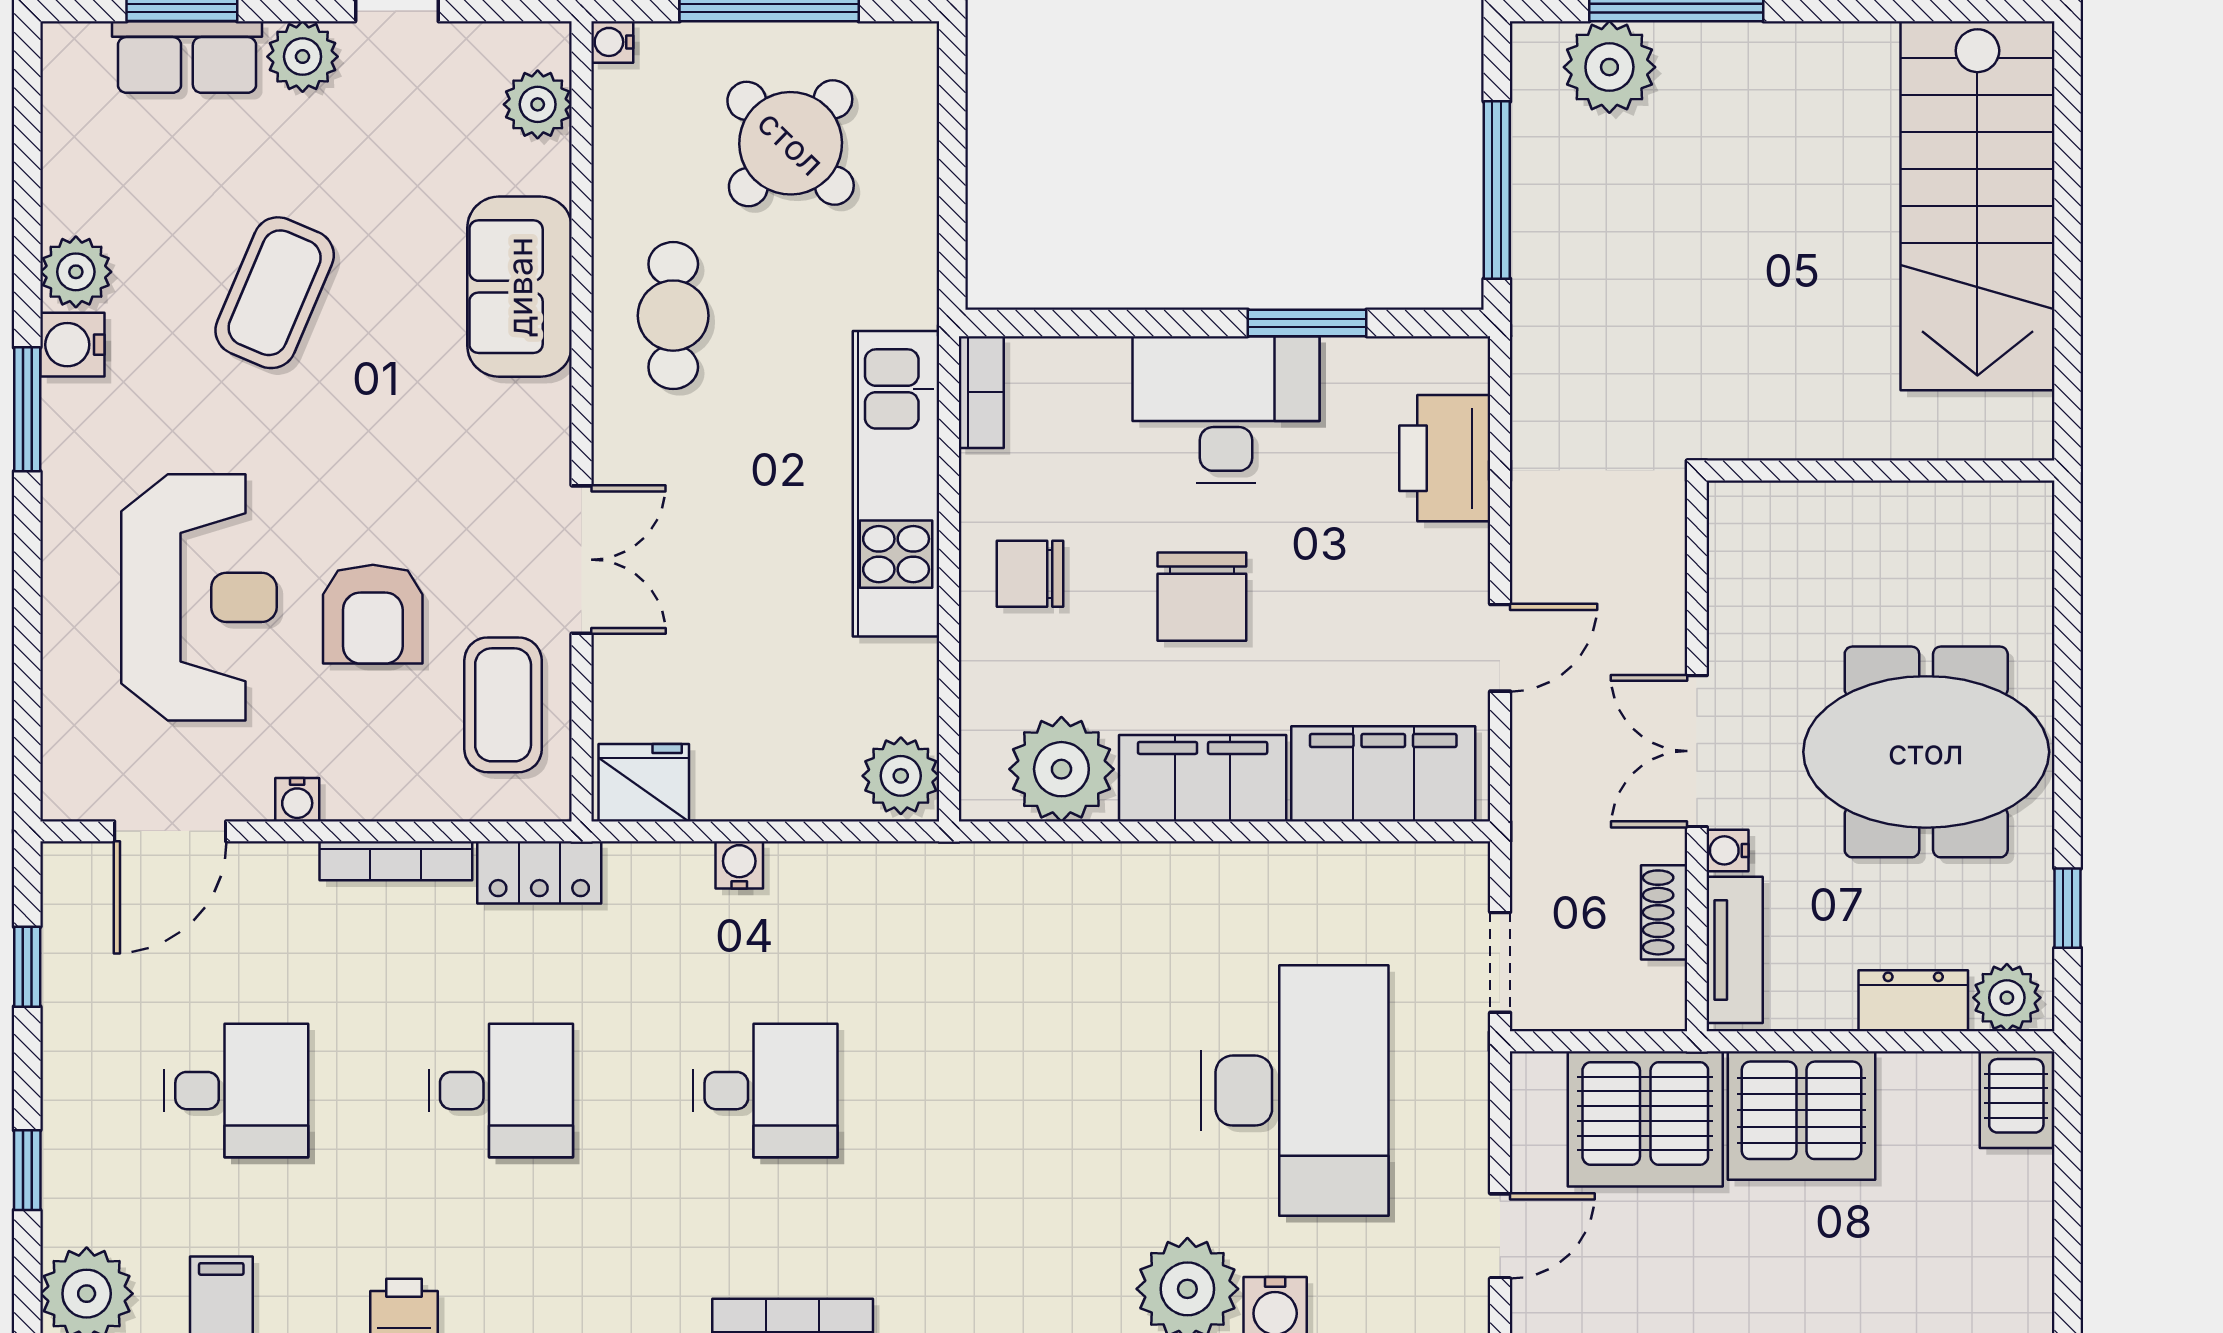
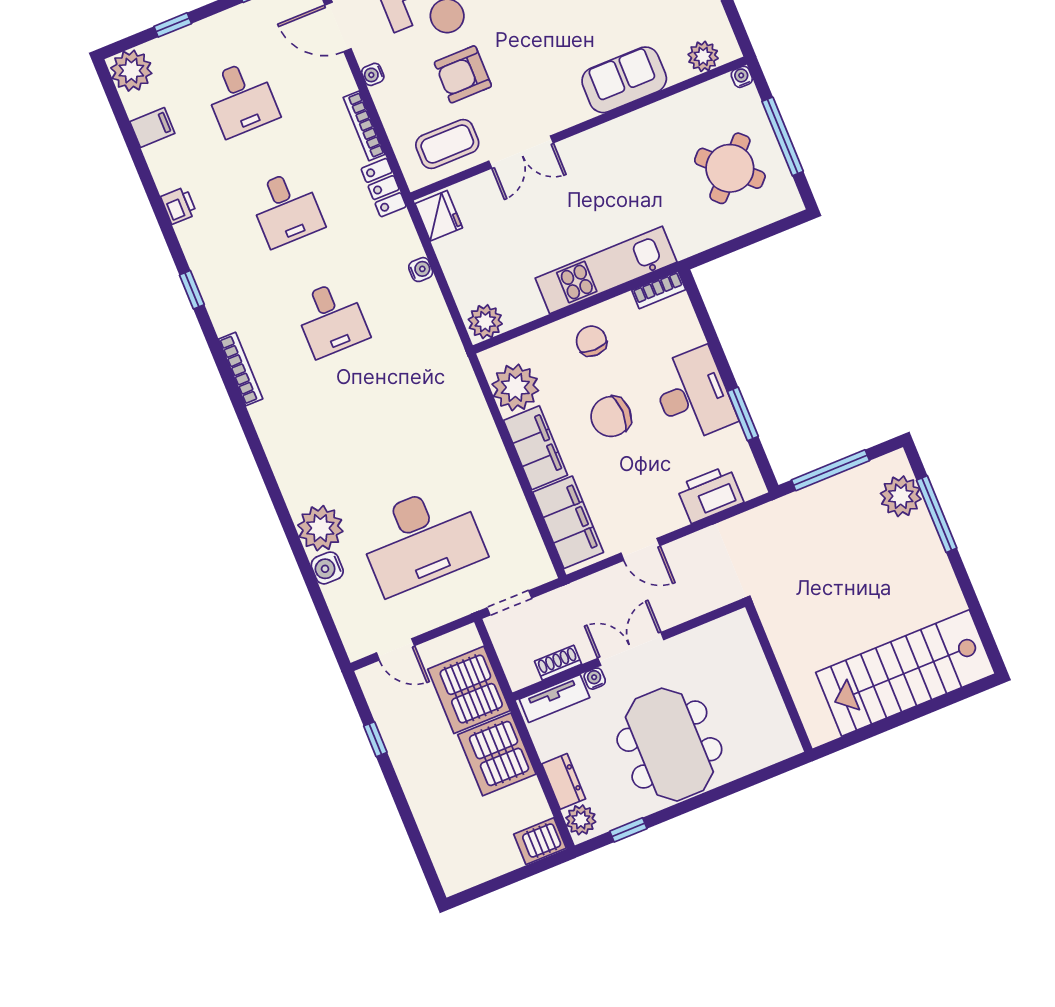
cafe table: (673, 316) -> (638, 149), removed

